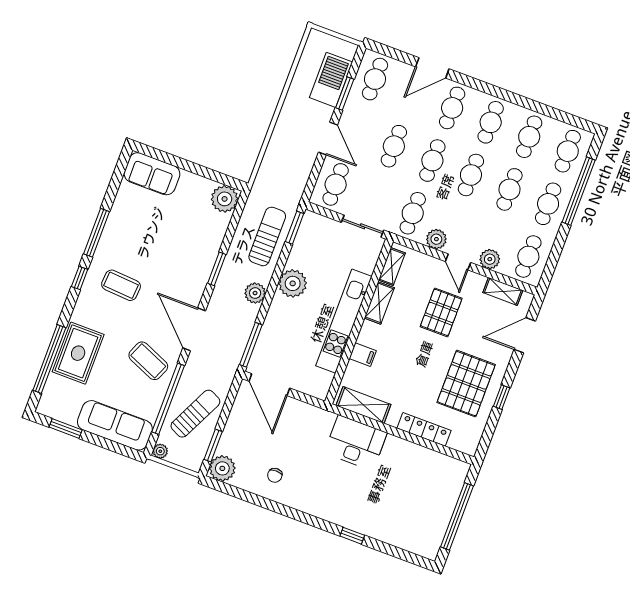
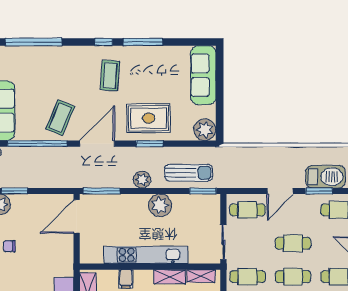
sofa: (152, 174) -> (203, 75), width x1.36
rug: (78, 353) -> (149, 118), moved
sun lounger: (195, 414) -> (34, 169), removed

